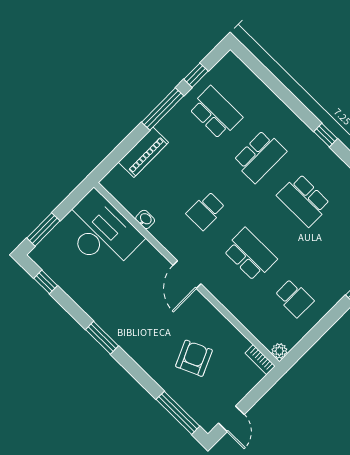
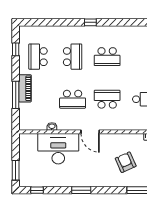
window: (163, 109) -> (16, 95), moved
school desk: (216, 113) -> (38, 57), turned -90
piano: (143, 152) -> (25, 88), moved
school desk: (206, 211) -> (73, 99), width x1.85
desk: (101, 232) -> (58, 149), moved

